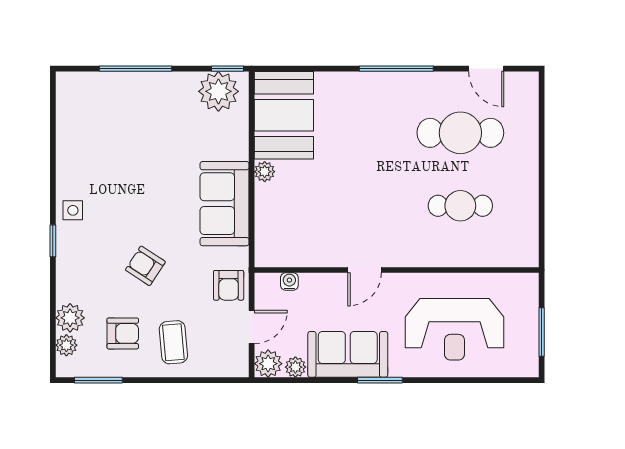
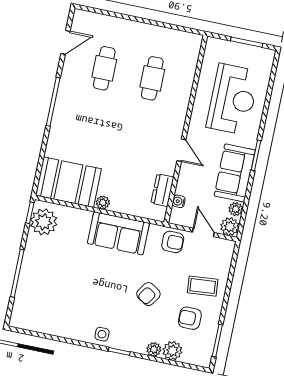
cafe table: (460, 133) -> (104, 68), width x0.73, depth x0.74
dresser: (301, 255) -> (162, 190), added
armchair: (123, 333) -> (190, 318), turned -90
plant: (66, 345) -> (154, 349), moved

